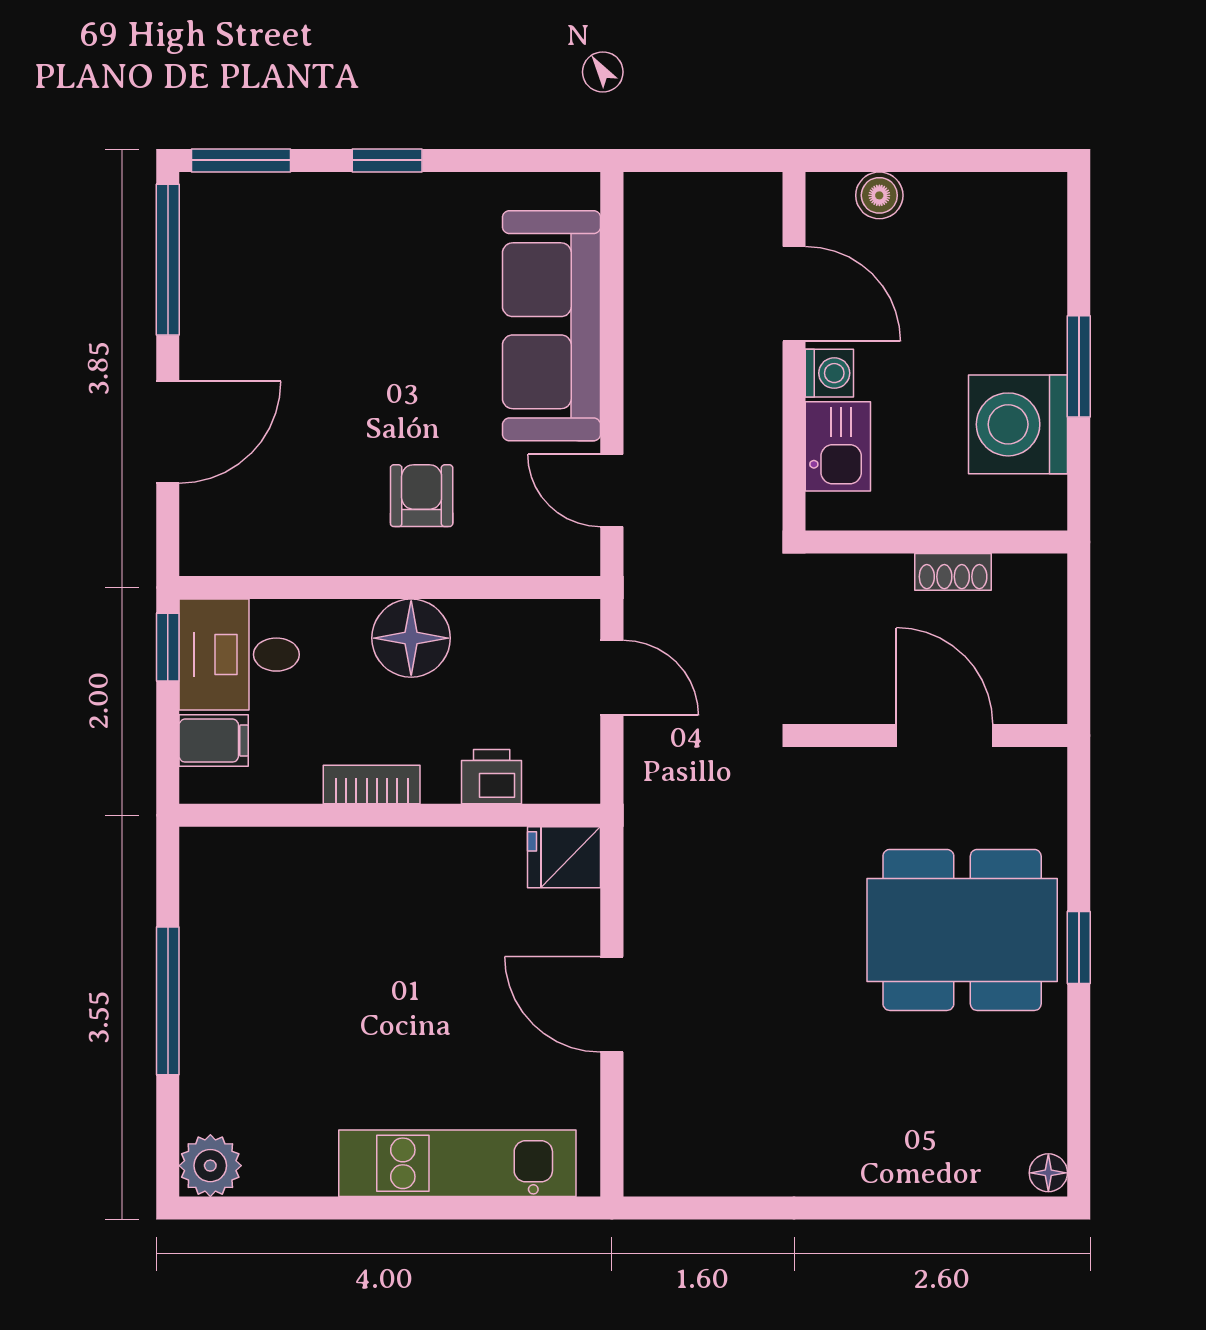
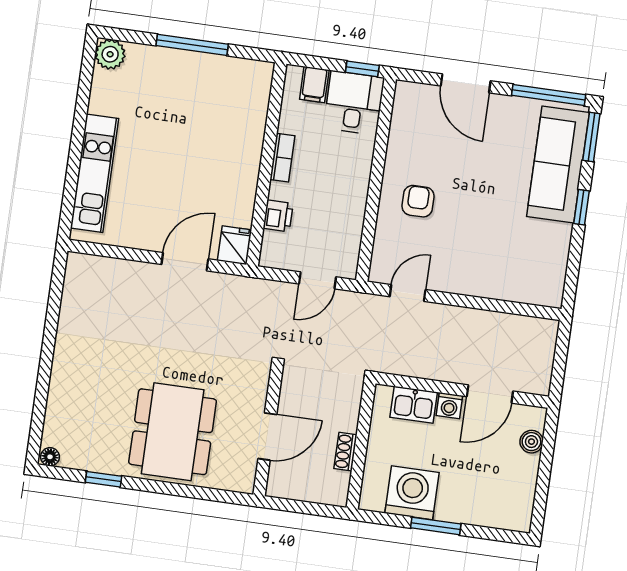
sofa: (552, 326) -> (558, 165), moved, turned -90
armchair: (422, 496) -> (418, 201), turned -90
floor lamp: (411, 638) -> (350, 186), removed
window: (1079, 947) -> (104, 479), moved
door: (612, 1004) -> (185, 262), moved

